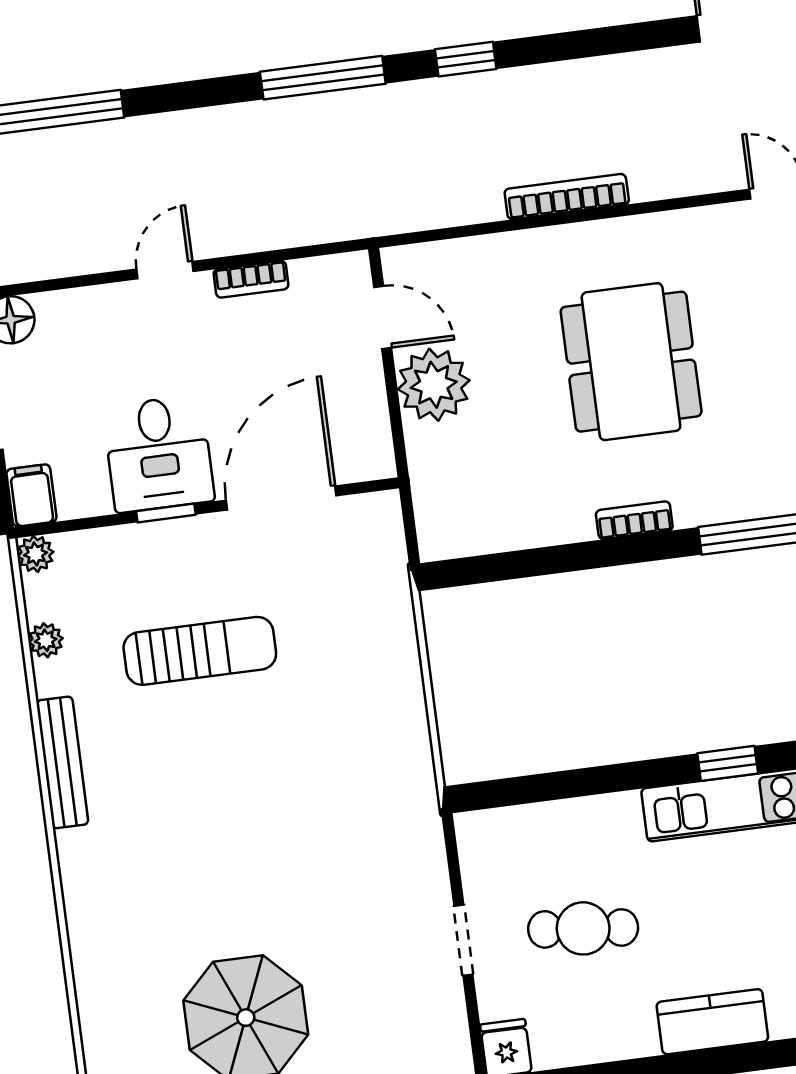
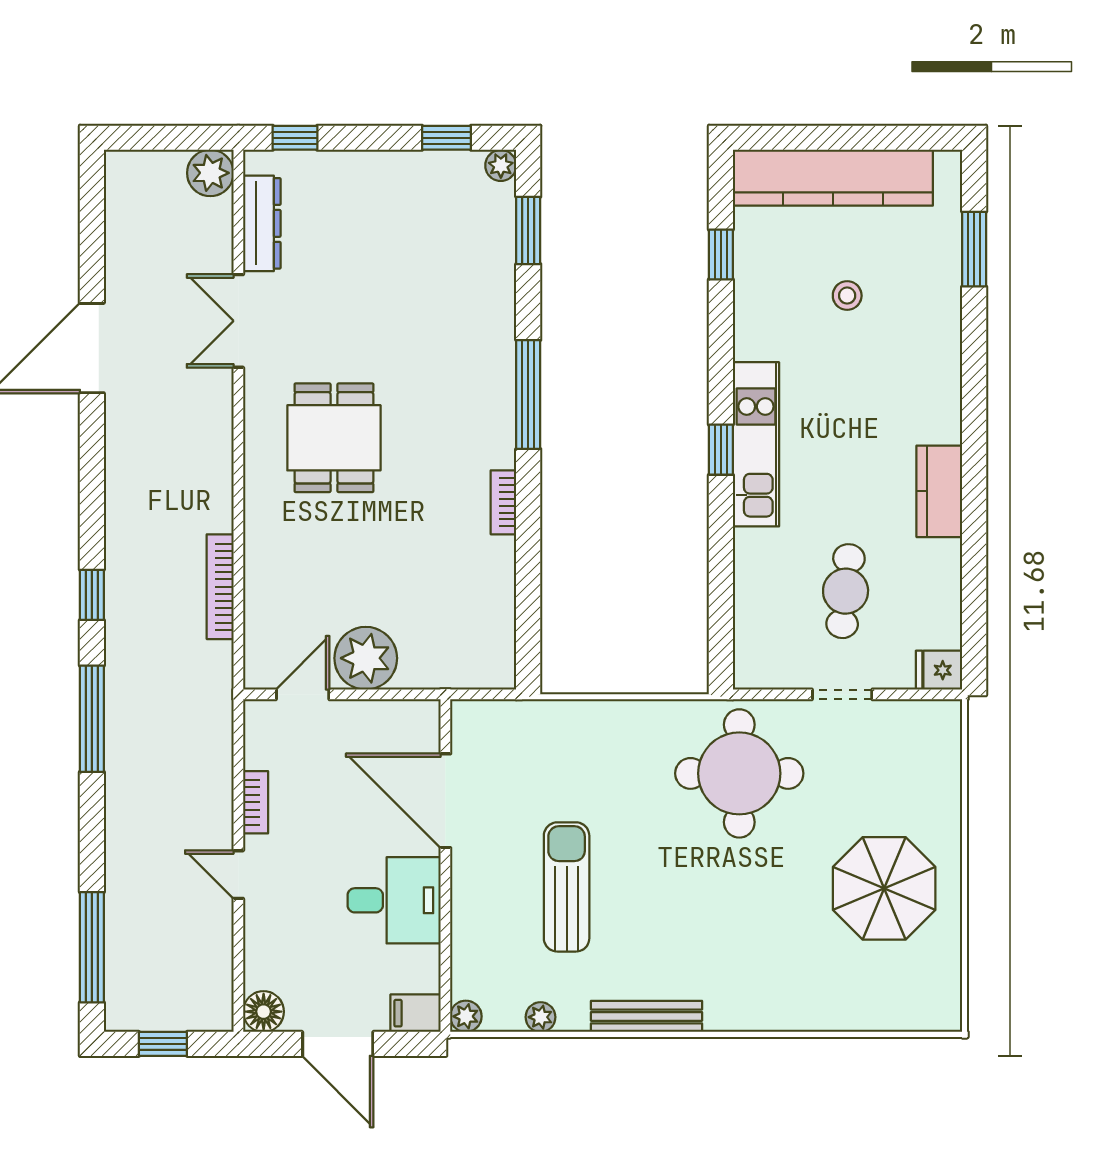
bookcase: (567, 197) -> (220, 587), moved
dining table: (631, 362) -> (334, 438), moved, width x0.73
window: (166, 513) -> (445, 901), removed
round table: (357, 833) -> (739, 773), added

